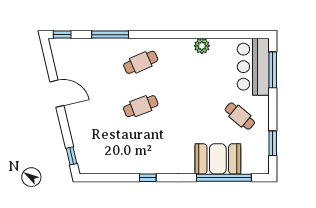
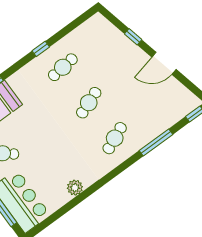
cafe table: (141, 150) -> (63, 67), added
window: (71, 156) -> (133, 37), moved

